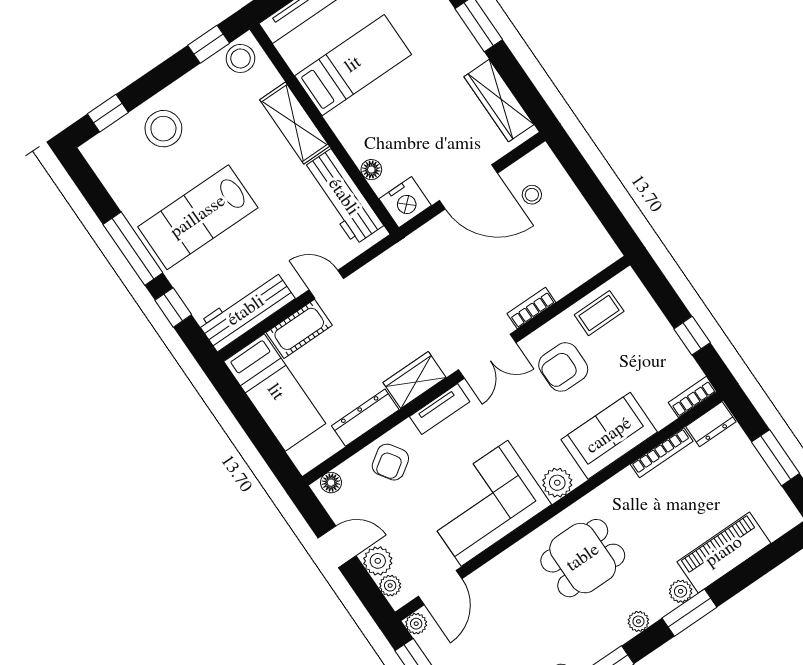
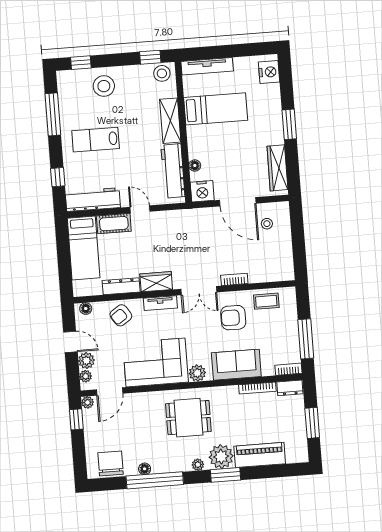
lab bench: (198, 217) -> (96, 140), width x0.73, depth x0.72
window: (133, 249) -> (53, 114), moved
window: (692, 336) -> (306, 339), width x2.17
plant: (681, 591) -> (221, 457), width x1.88, depth x1.88

